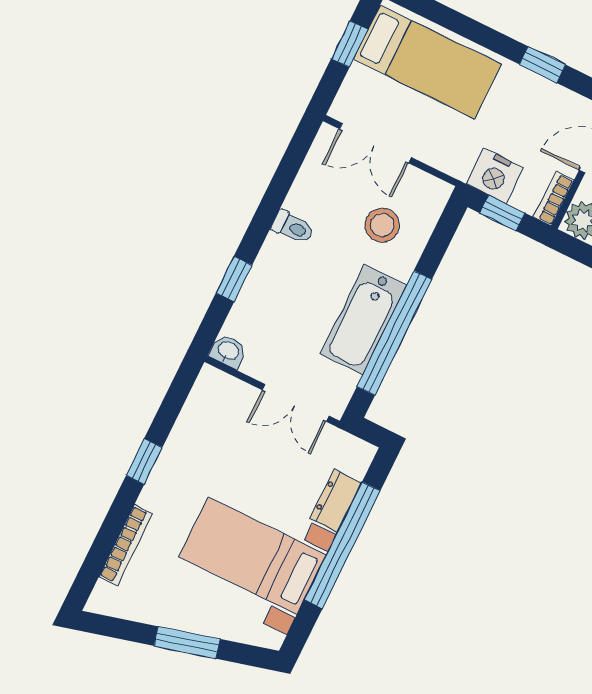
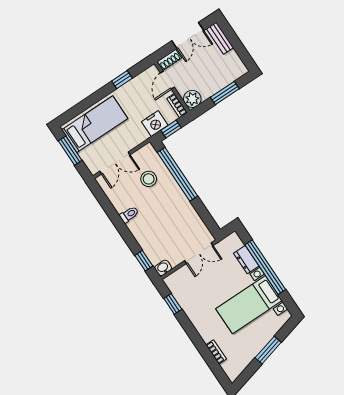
window: (350, 44) -> (70, 151), width x1.50
window: (234, 279) -> (144, 261), moved
bathtub: (364, 320) -> (181, 208), removed
window: (394, 333) -> (177, 174), moved
window: (144, 461) -> (173, 304), moved
bookcase: (126, 545) -> (216, 352), width x0.64

